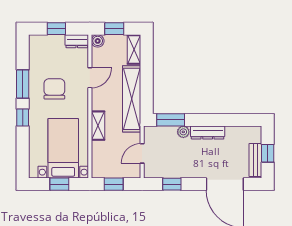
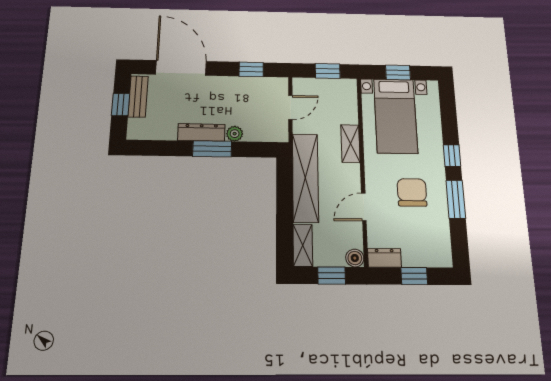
chair: (54, 89) -> (412, 192), turned 180
window: (171, 120) -> (212, 149), moved

